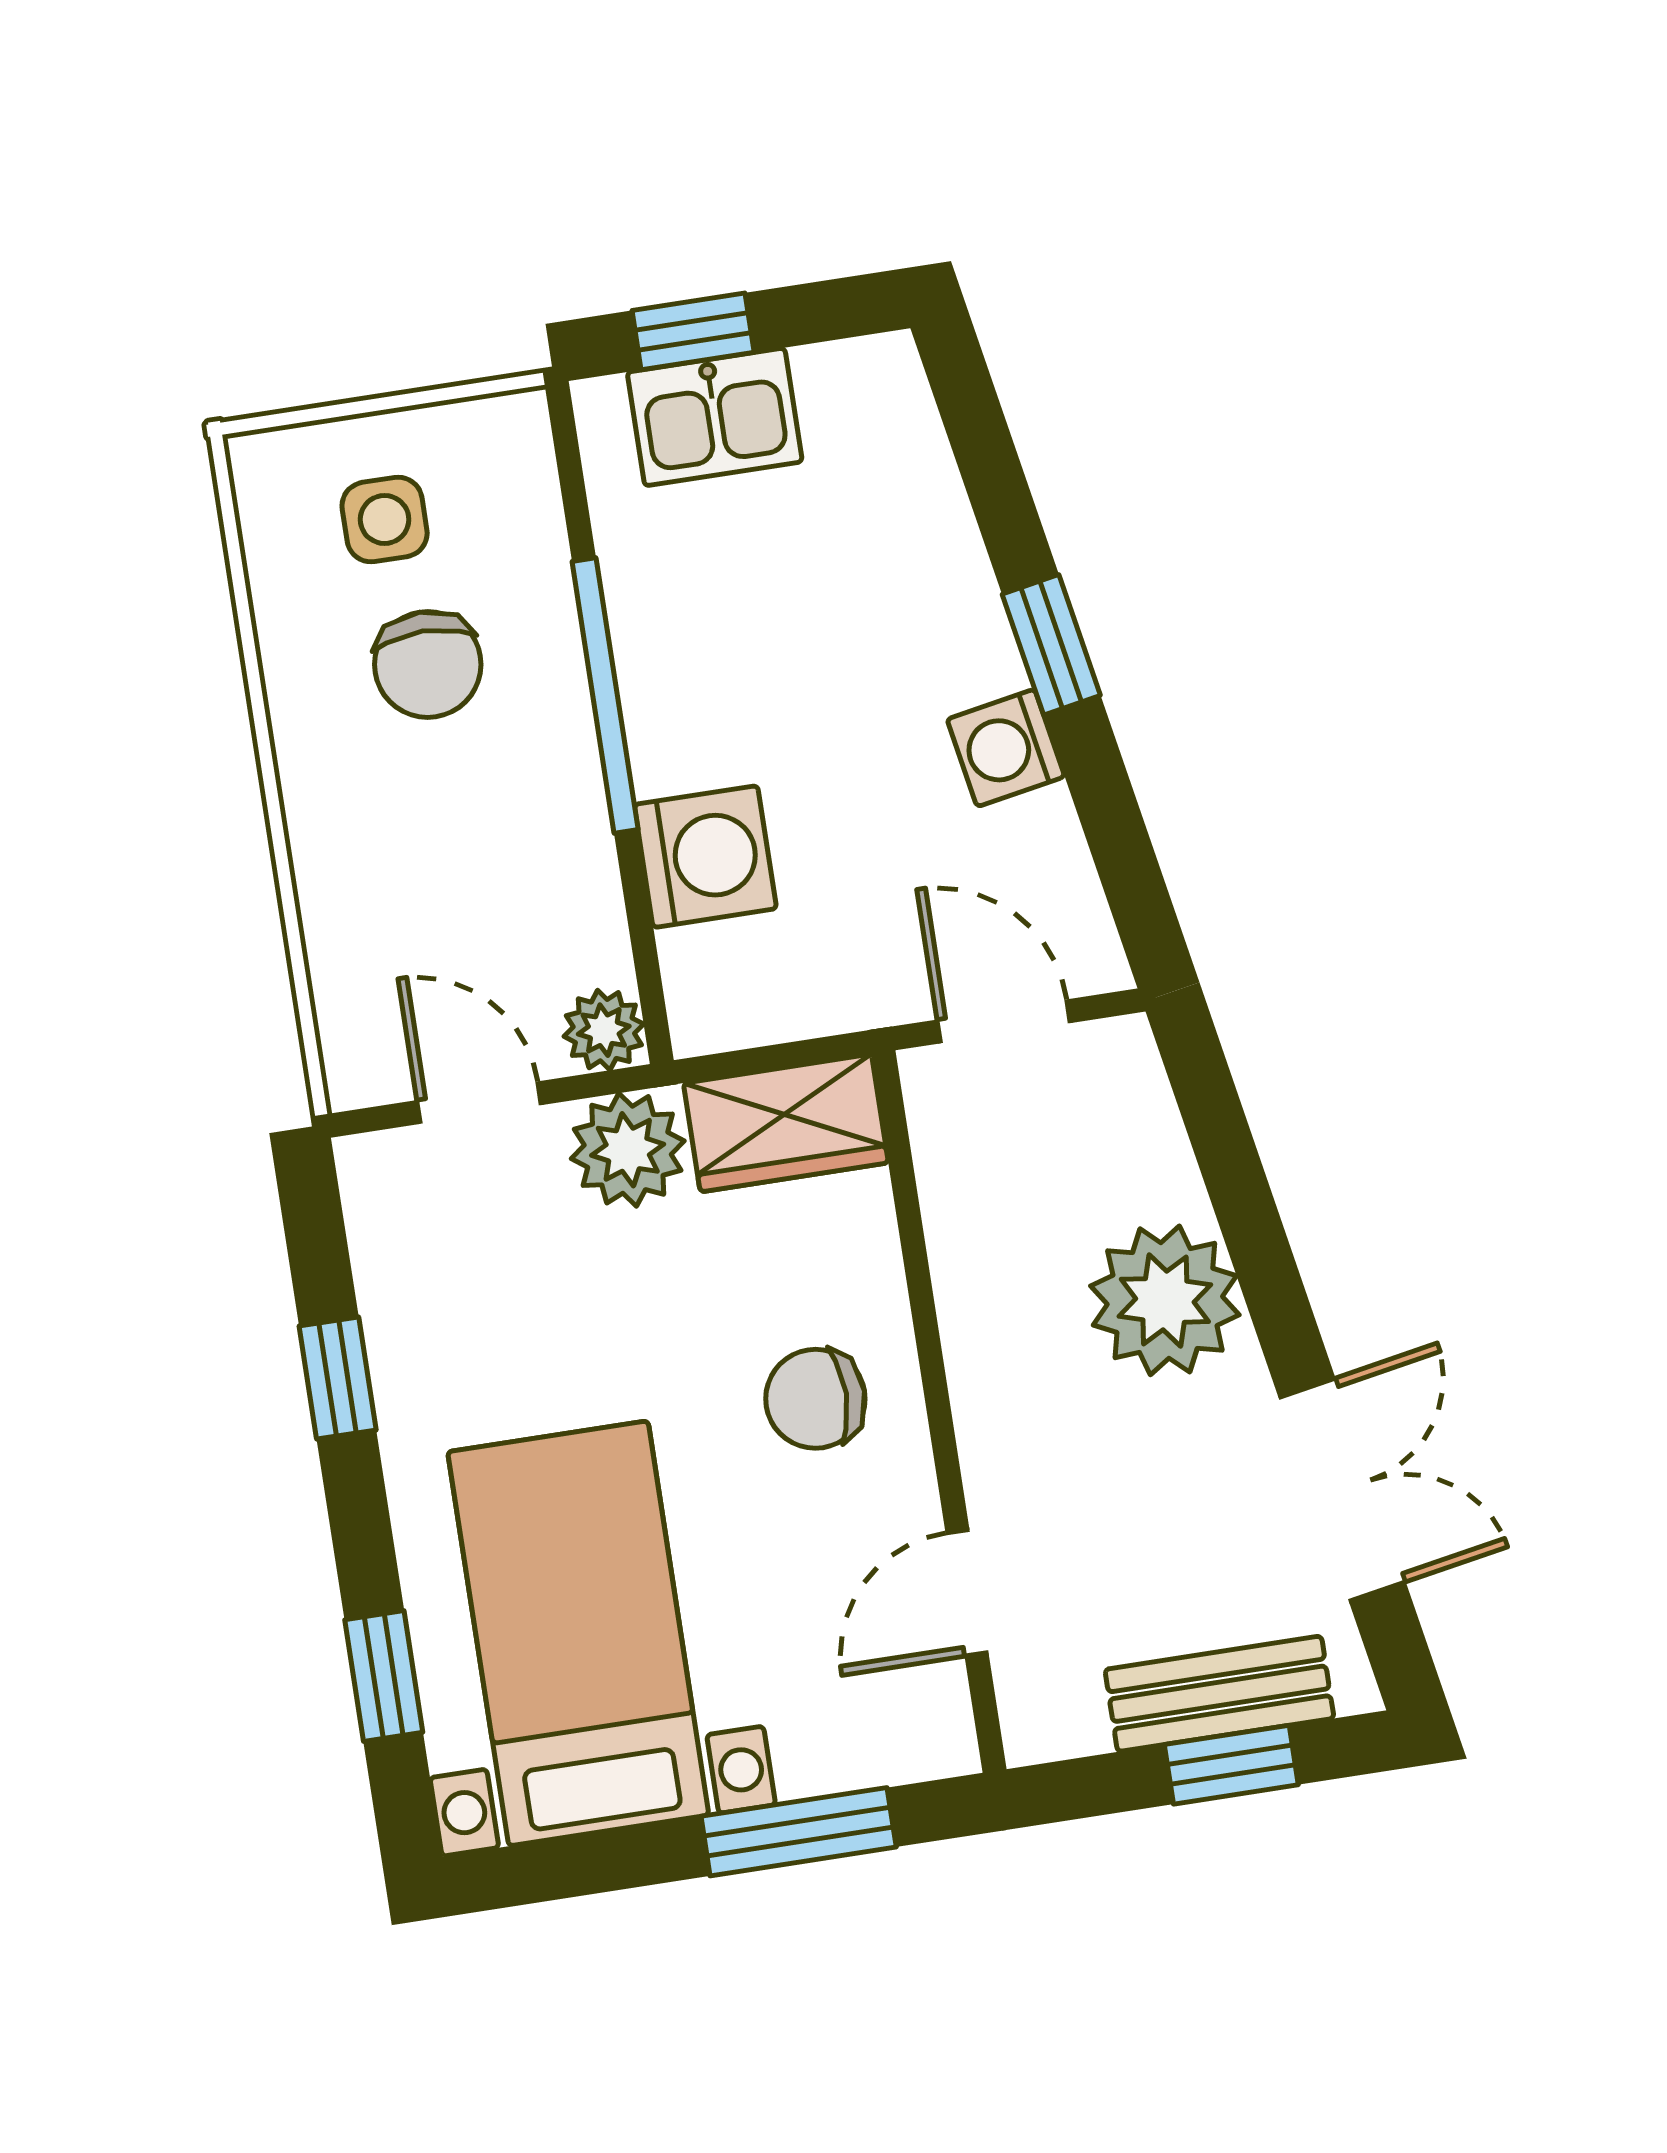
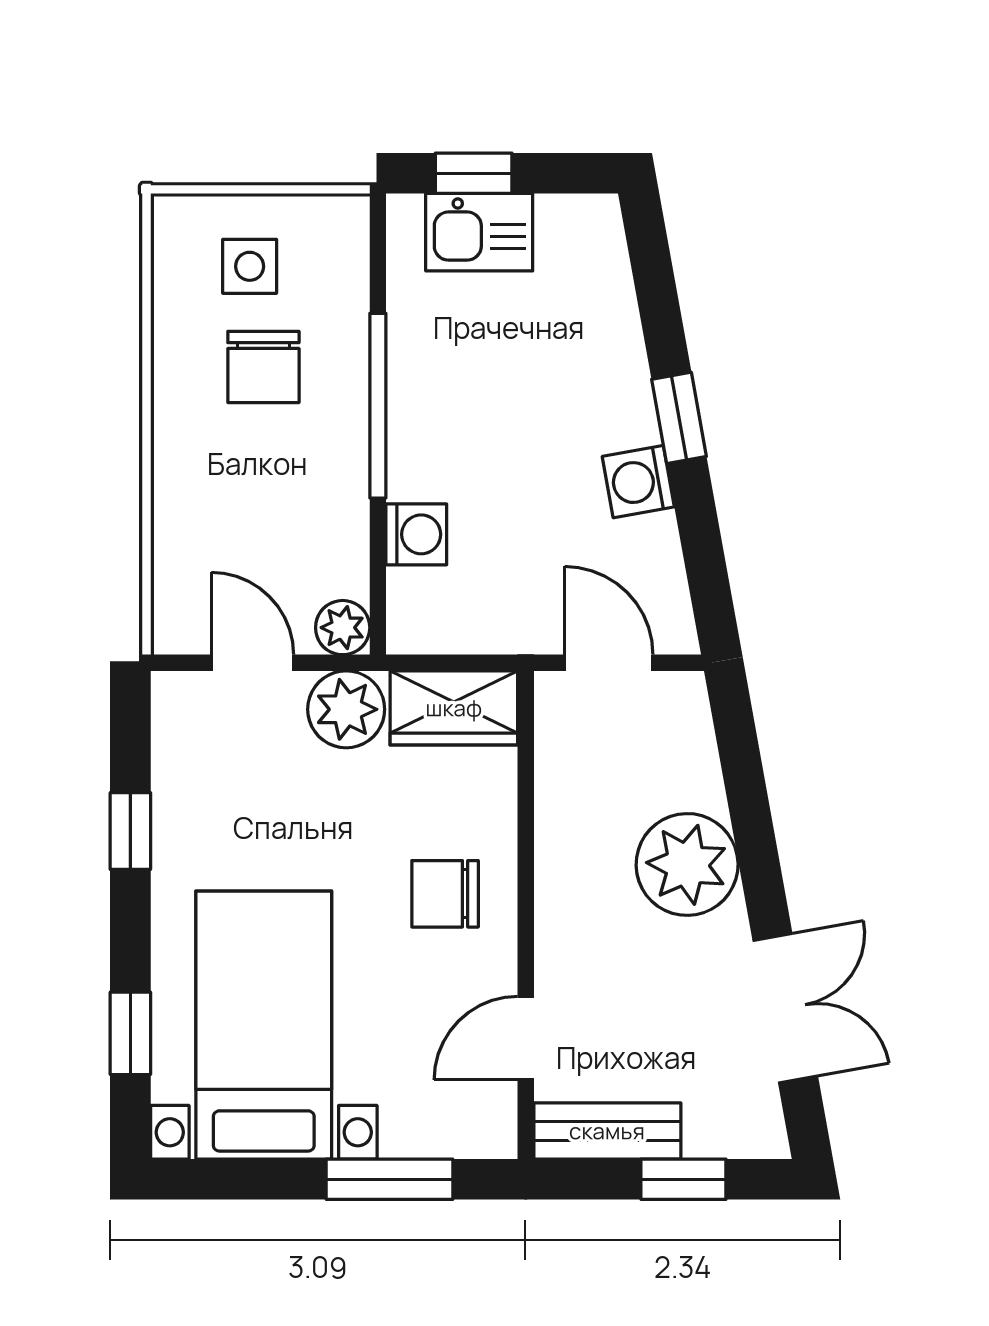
washing machine: (705, 857) -> (416, 534), width x0.73, depth x0.73
bench: (1219, 1694) -> (607, 1131), moved

